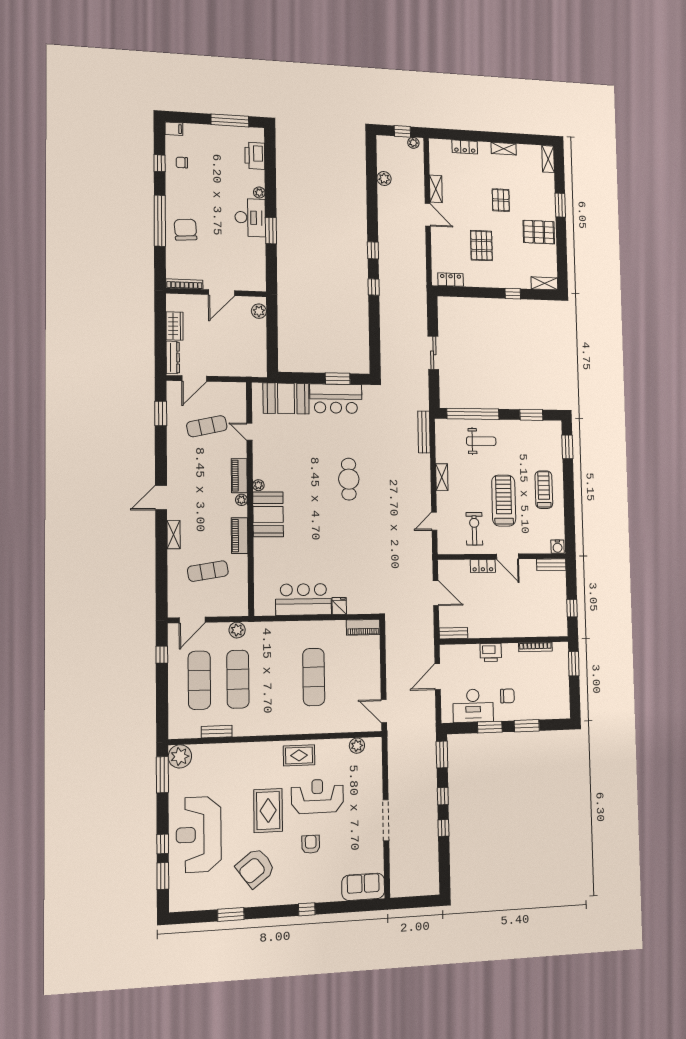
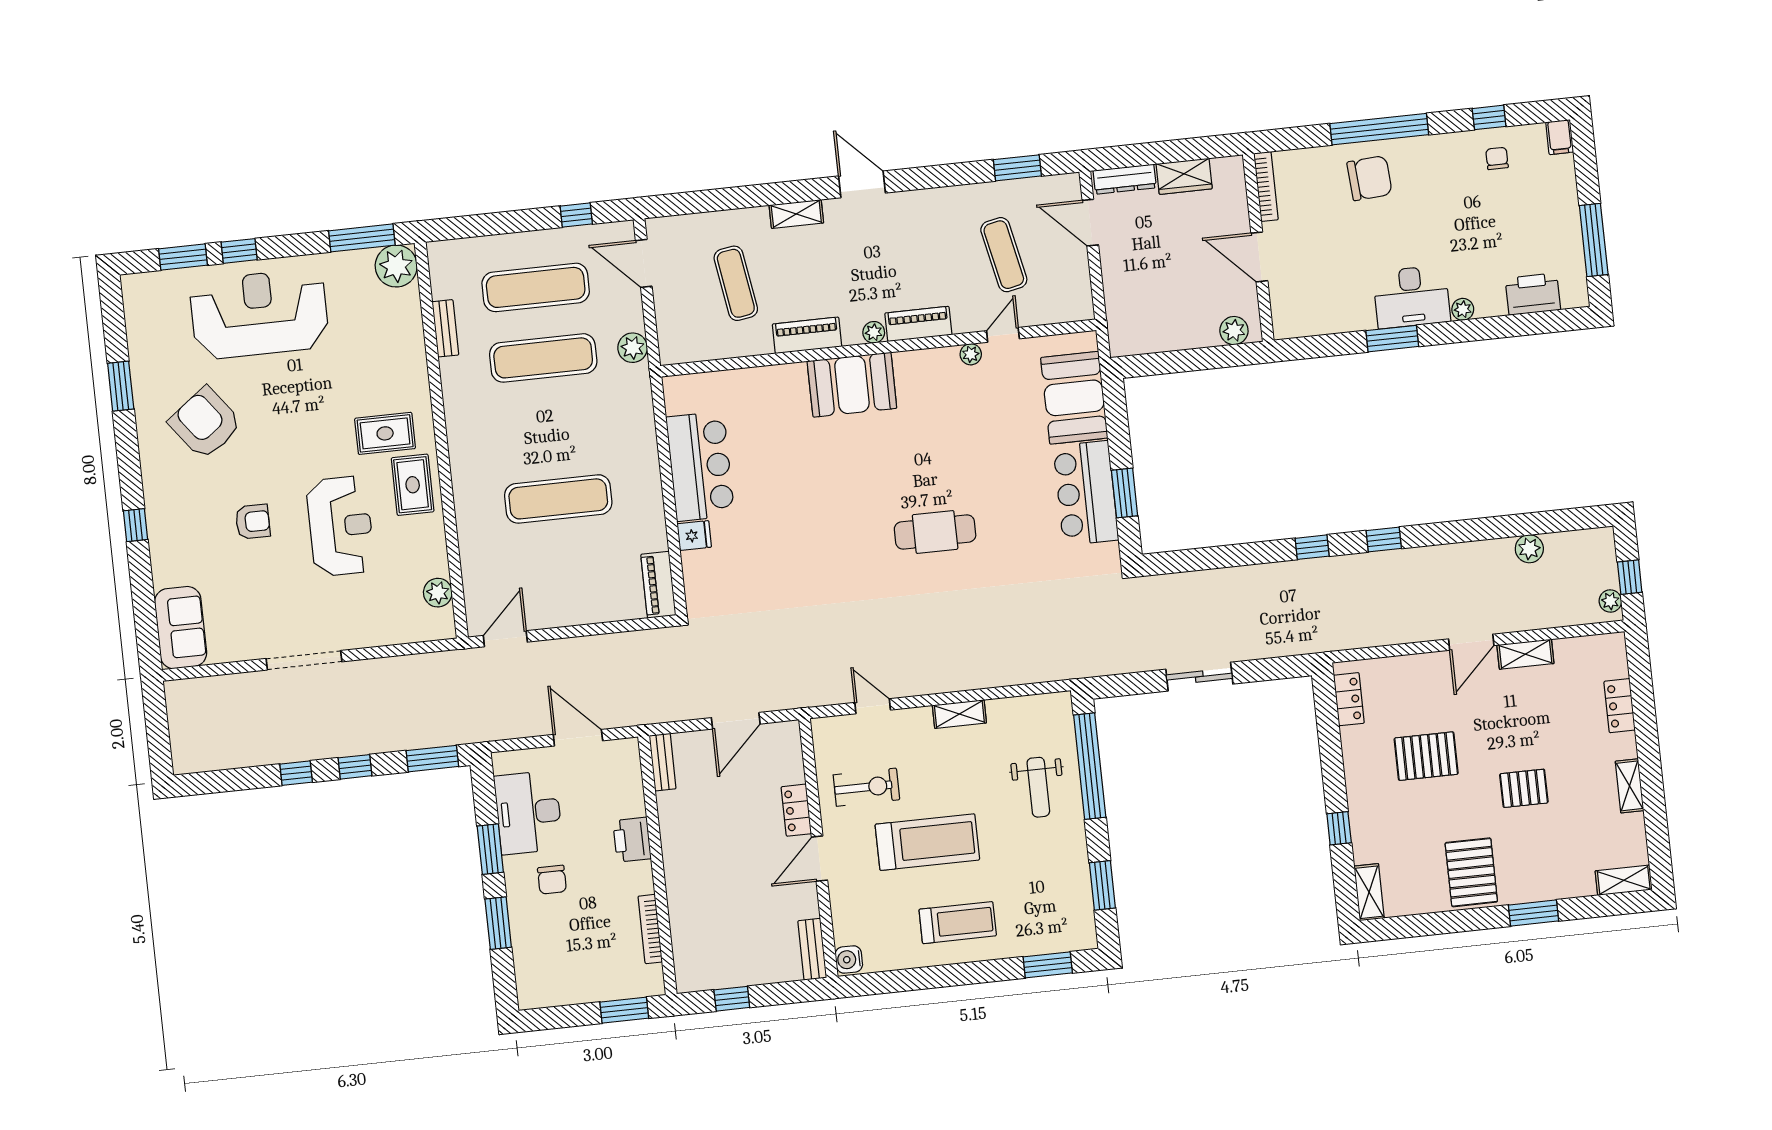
bench: (424, 432) -> (1042, 671), removed
plant: (258, 485) -> (971, 354), moved
rug: (268, 811) -> (385, 433), moved, width x0.73, depth x0.70

